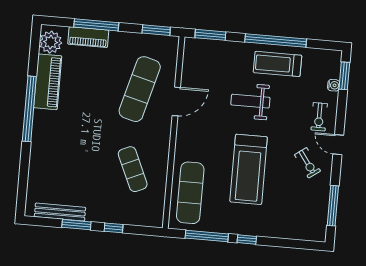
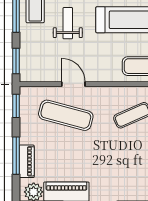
weight bench: (250, 101) -> (68, 23), turned 180

